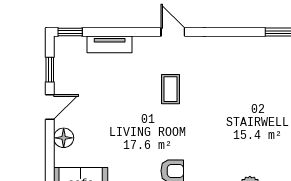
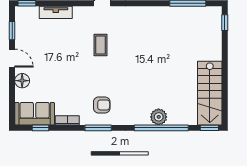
door: (50, 107) -> (12, 58), hinge flipped

